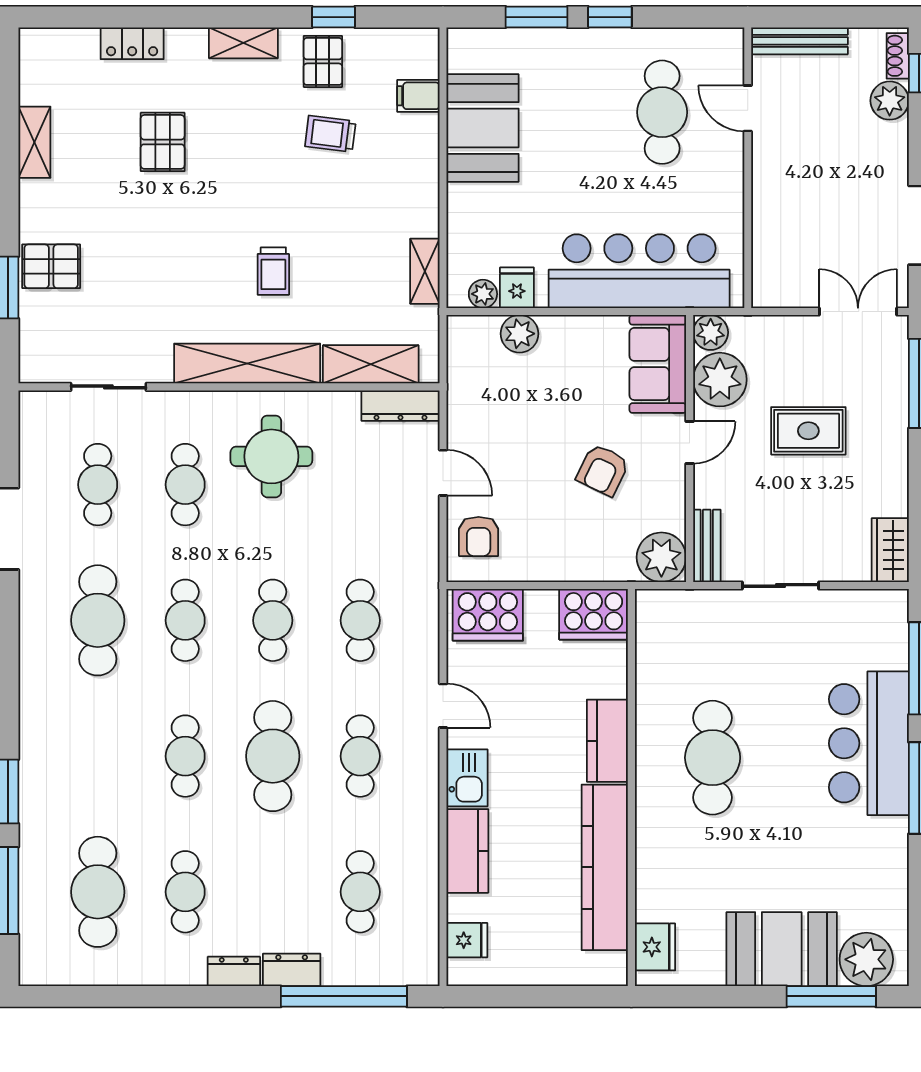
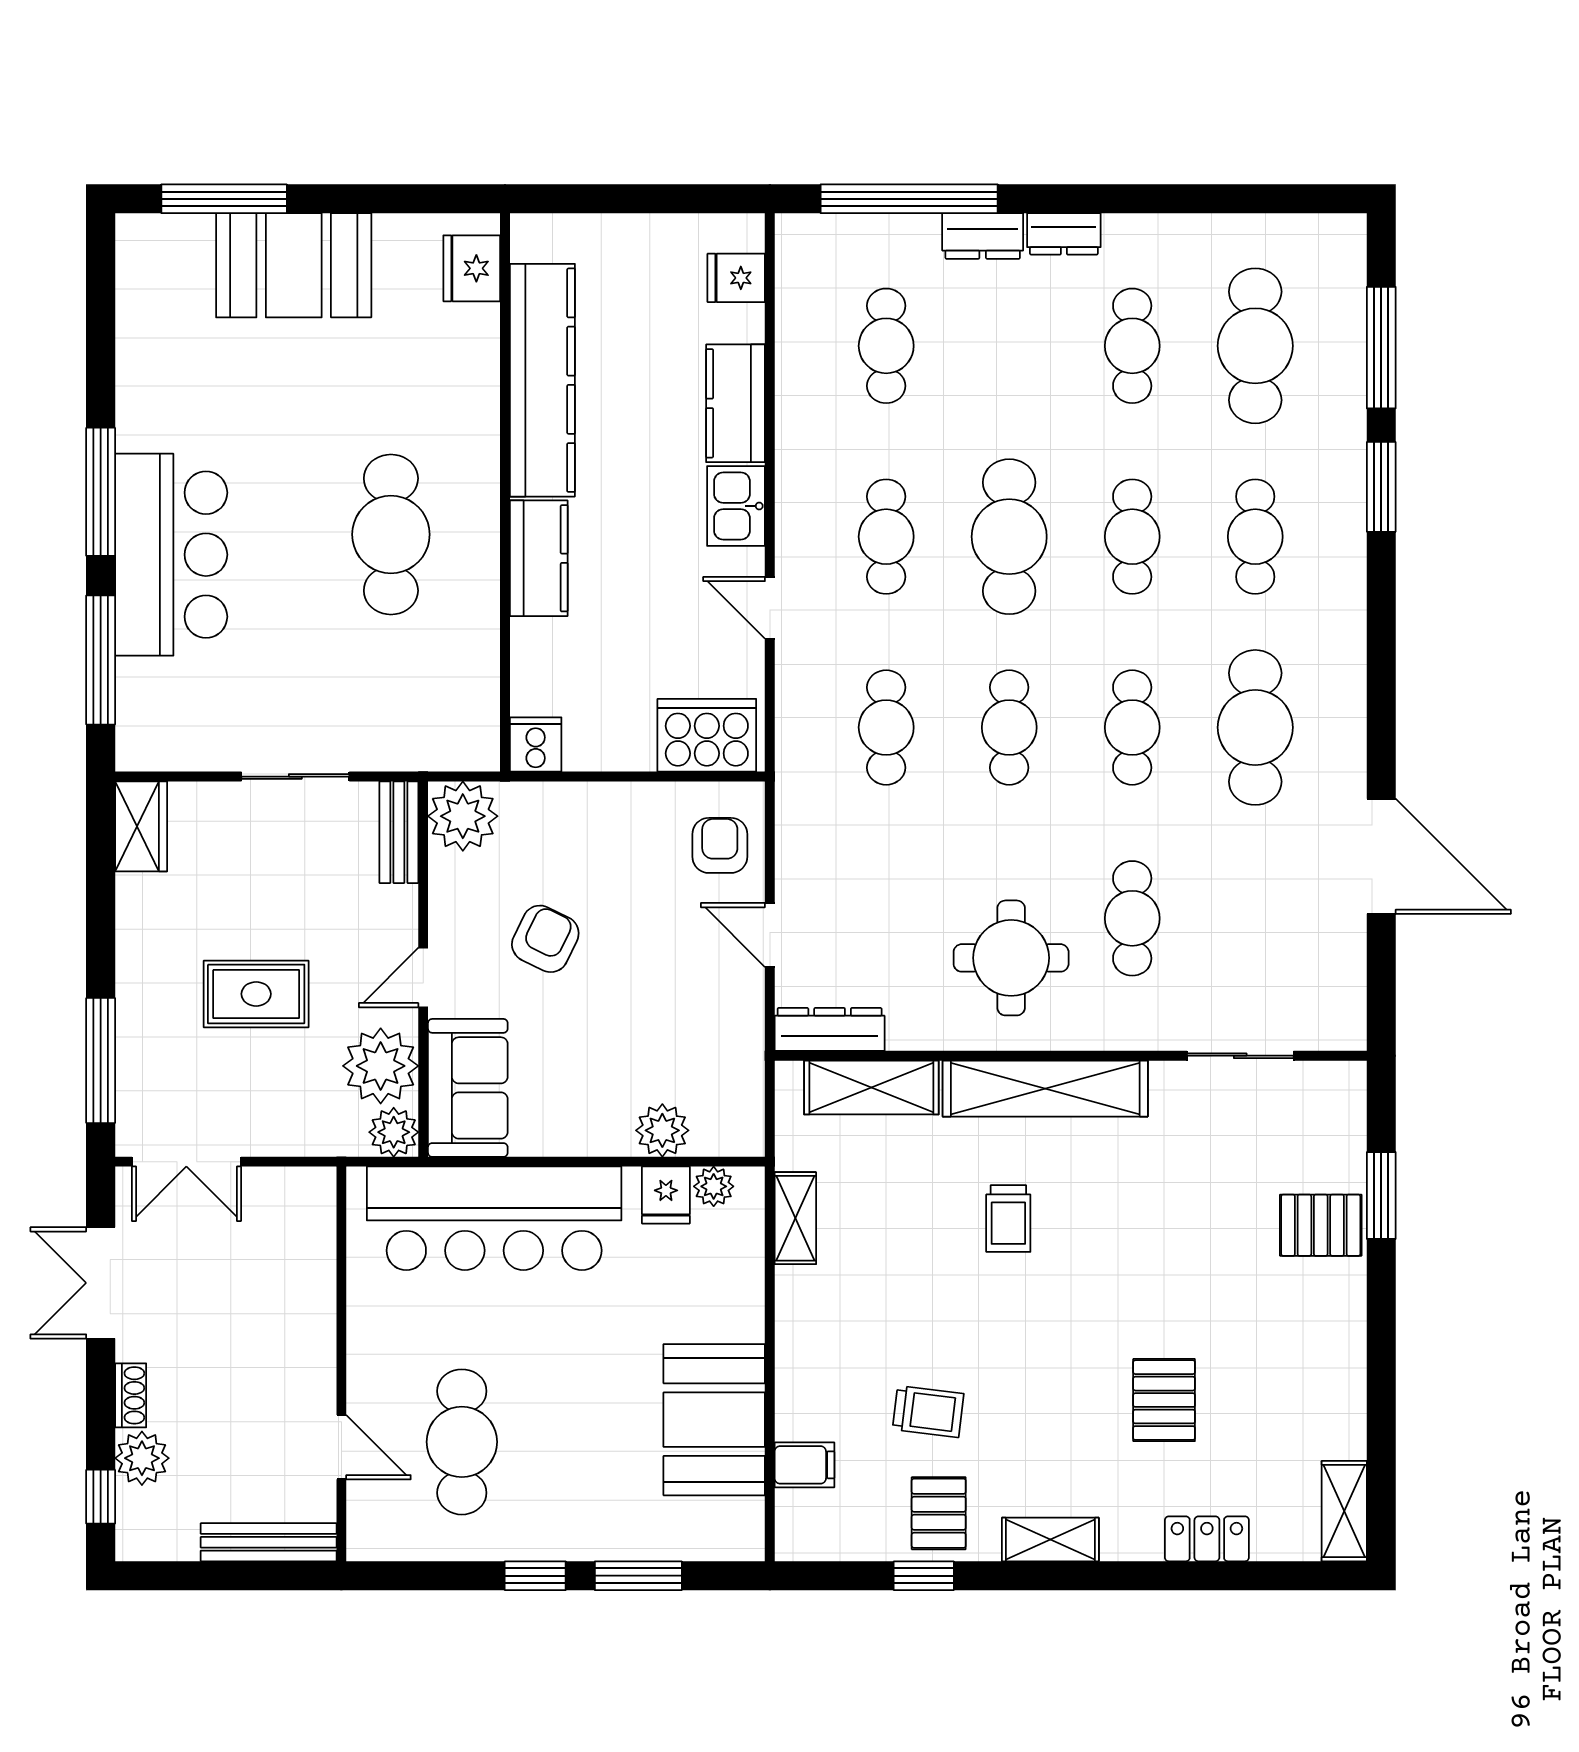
shoe rack: (898, 56) -> (131, 1395), moved
shelving: (34, 142) -> (1344, 1511), moved
trolley: (273, 271) -> (1008, 1218), turned 180
cafe table: (98, 485) -> (1255, 537), moved
cooker: (594, 614) -> (536, 744), width x0.53, depth x0.76
plant: (866, 959) -> (175, 251), removed

